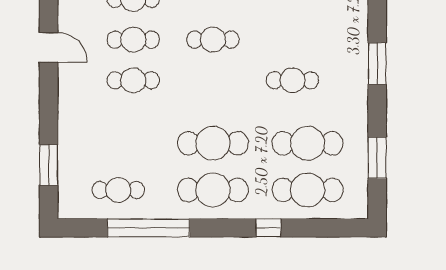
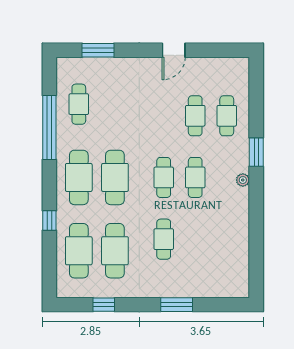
door: (49, 47) -> (174, 50), moved
cafe table: (133, 80) -> (164, 177), moved
window: (377, 158) -> (104, 305), width x0.67

